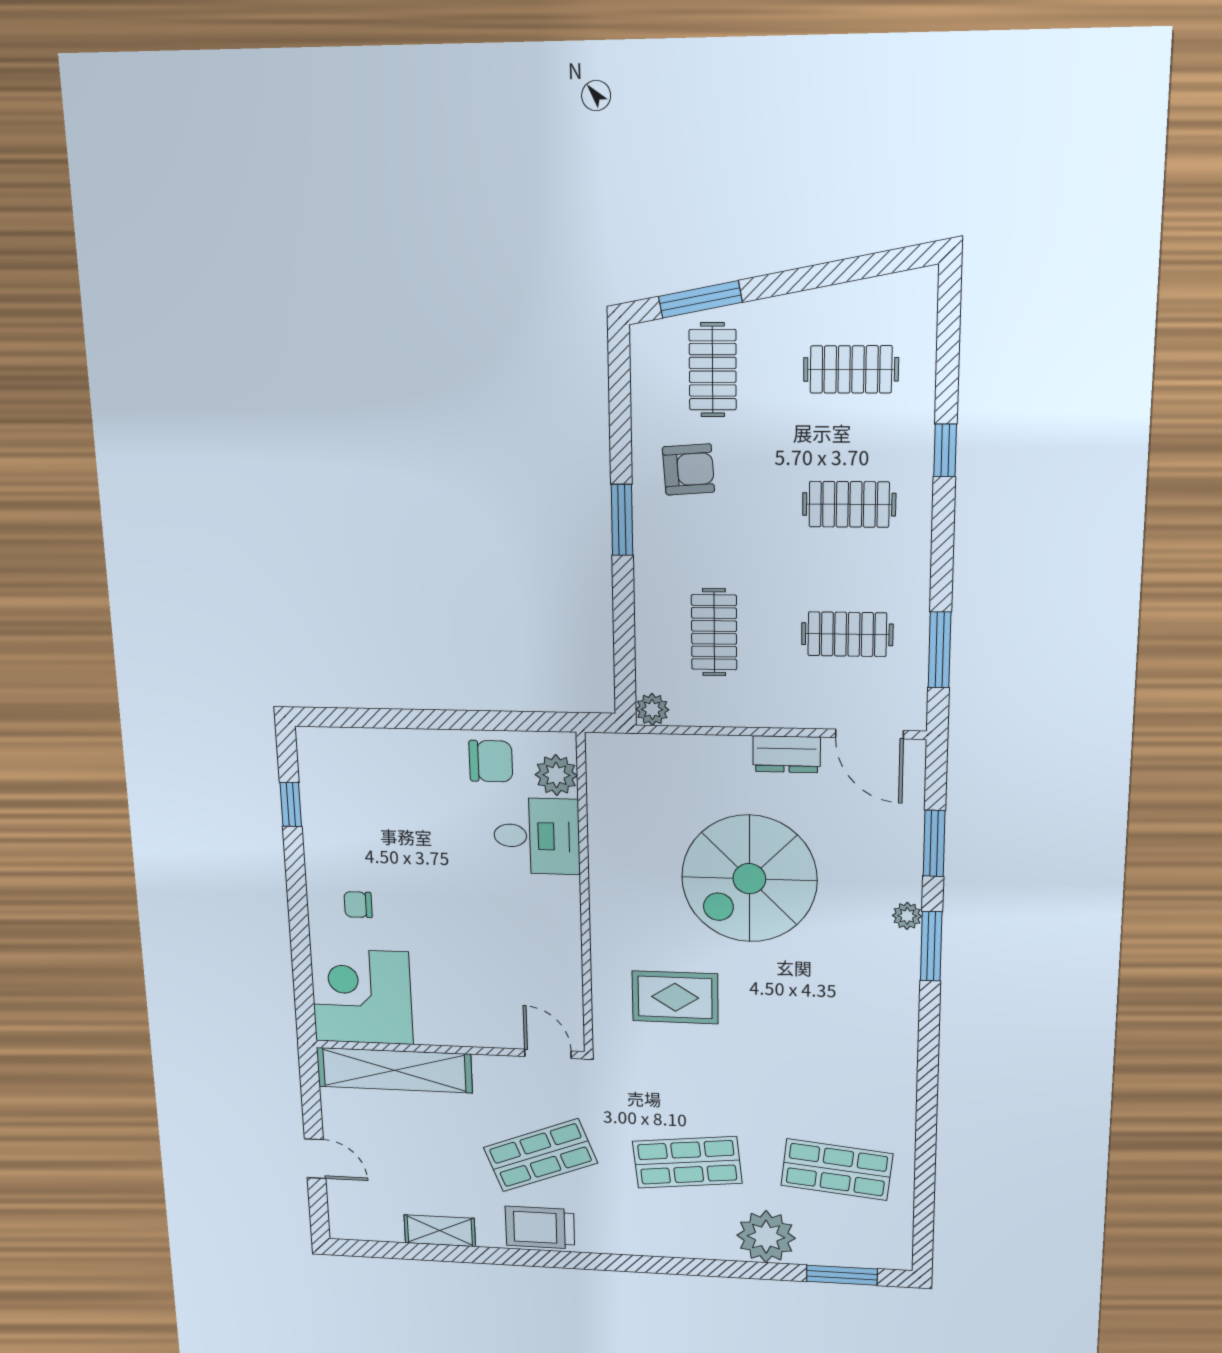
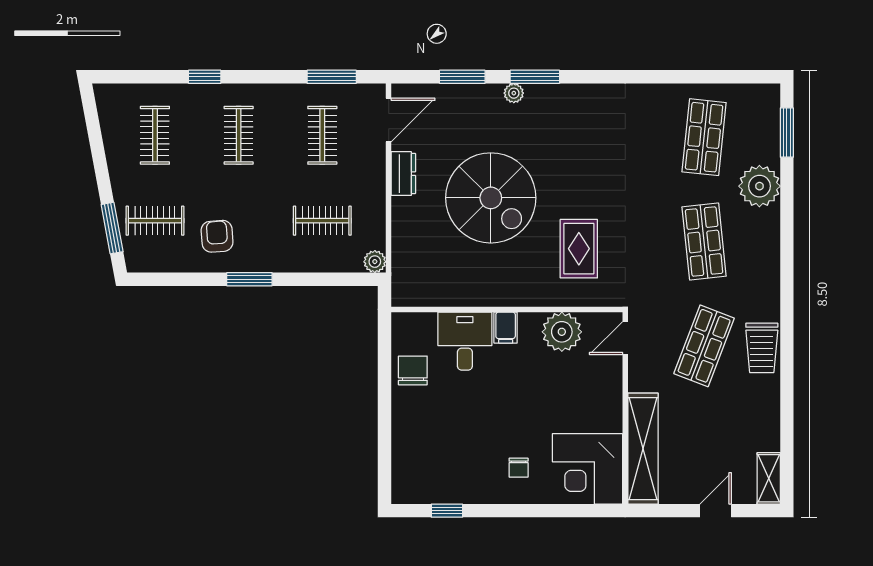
plant: (556, 775) -> (562, 332), moved, width x1.36, depth x1.36
filing cabinet: (558, 893) -> (506, 328), added
shop shelf: (540, 1155) -> (704, 346), turned 42
shelving: (440, 1231) -> (769, 478), moved

